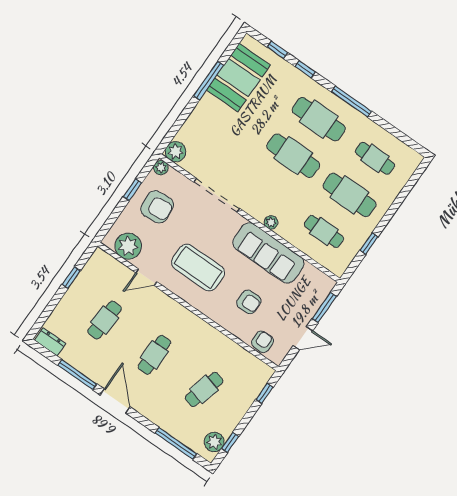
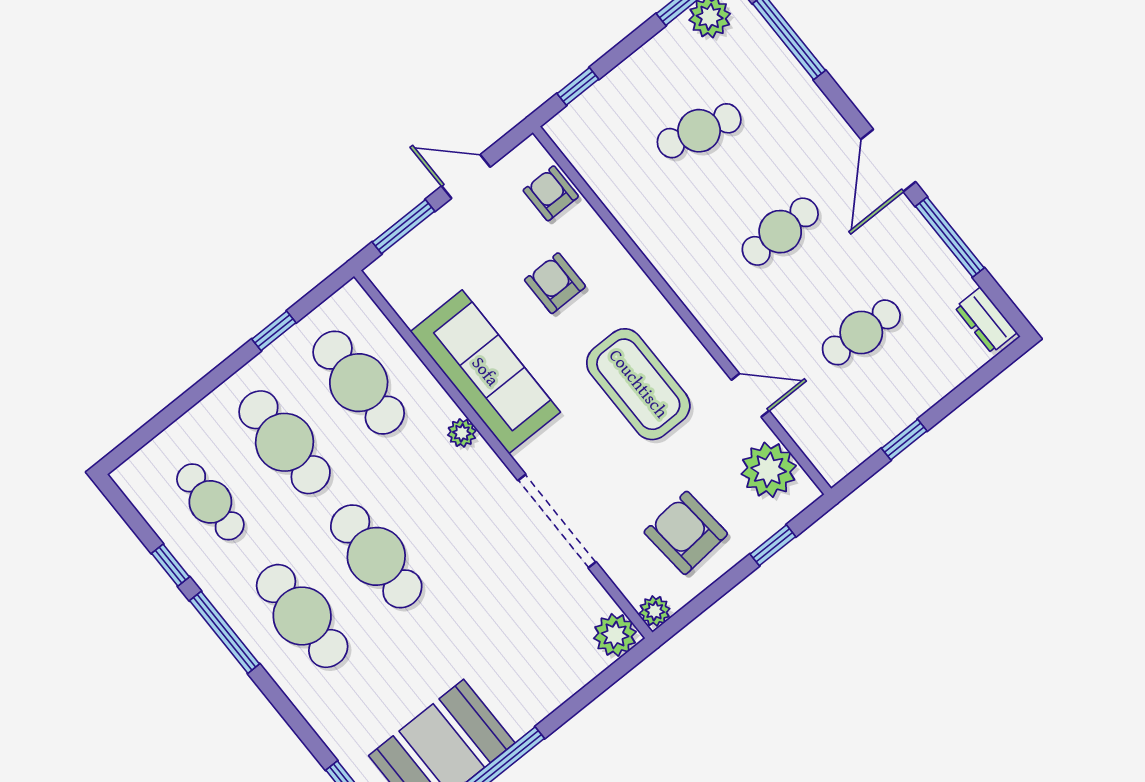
window: (305, 69) -> (171, 565), moved
window: (132, 190) -> (773, 545), moved
cafe table: (324, 231) -> (359, 383), width x1.37, depth x1.35
armchair: (263, 342) -> (551, 193), turned 90

